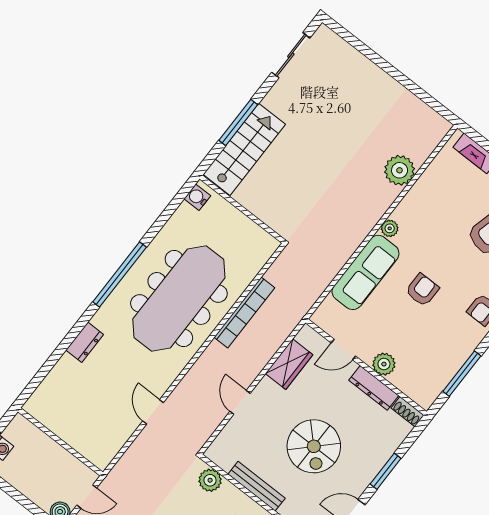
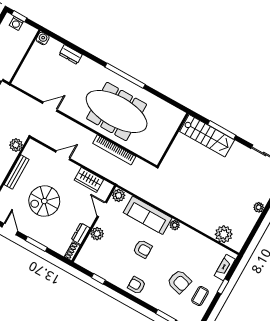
plant: (381, 79) -> (259, 207), added
plant: (400, 170) -> (224, 234), moved
water cooler: (197, 197) -> (43, 38), moved
plant: (324, 317) -> (119, 195), added
dresser: (85, 342) -> (71, 55), moved
window: (462, 374) -> (98, 279), width x0.46
dresser: (374, 388) -> (81, 234), width x0.70

